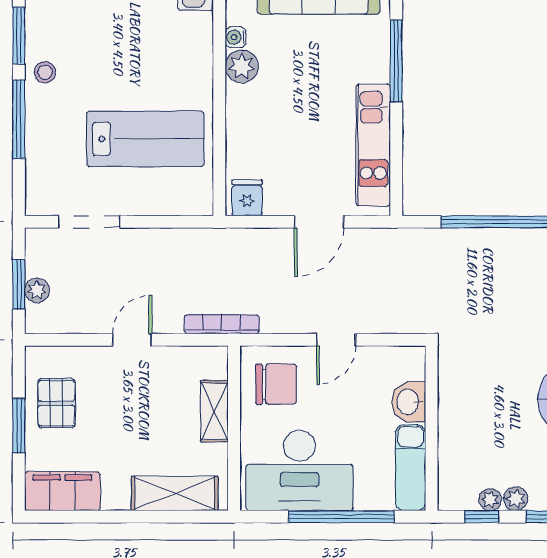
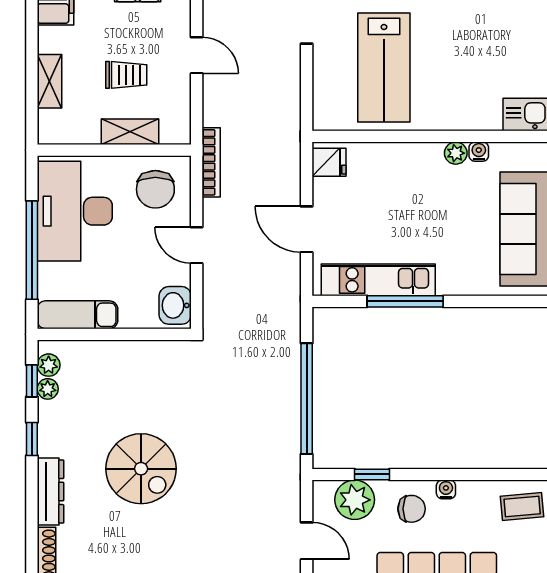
window: (396, 61) -> (405, 301), moved
plant: (242, 66) -> (456, 153), width x0.73, depth x0.73
bookcase: (222, 324) -> (211, 162), moved
washbasin: (409, 402) -> (175, 305), moved, turned -90
trolley: (153, 415) -> (126, 75), added
shelving: (175, 493) -> (49, 81), width x0.67, depth x0.75
plant: (516, 499) -> (49, 365), moved

